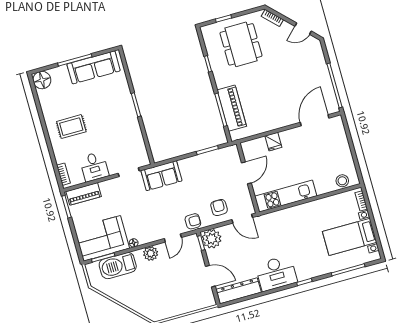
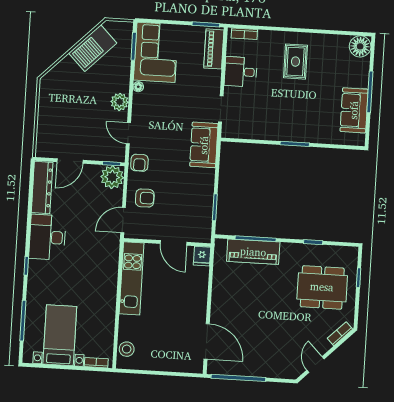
sofa: (94, 67) -> (354, 110), width x0.73
fridge: (273, 142) -> (202, 256), moved, turned -90
barbecue: (118, 266) -> (93, 48), moved, turned -135

